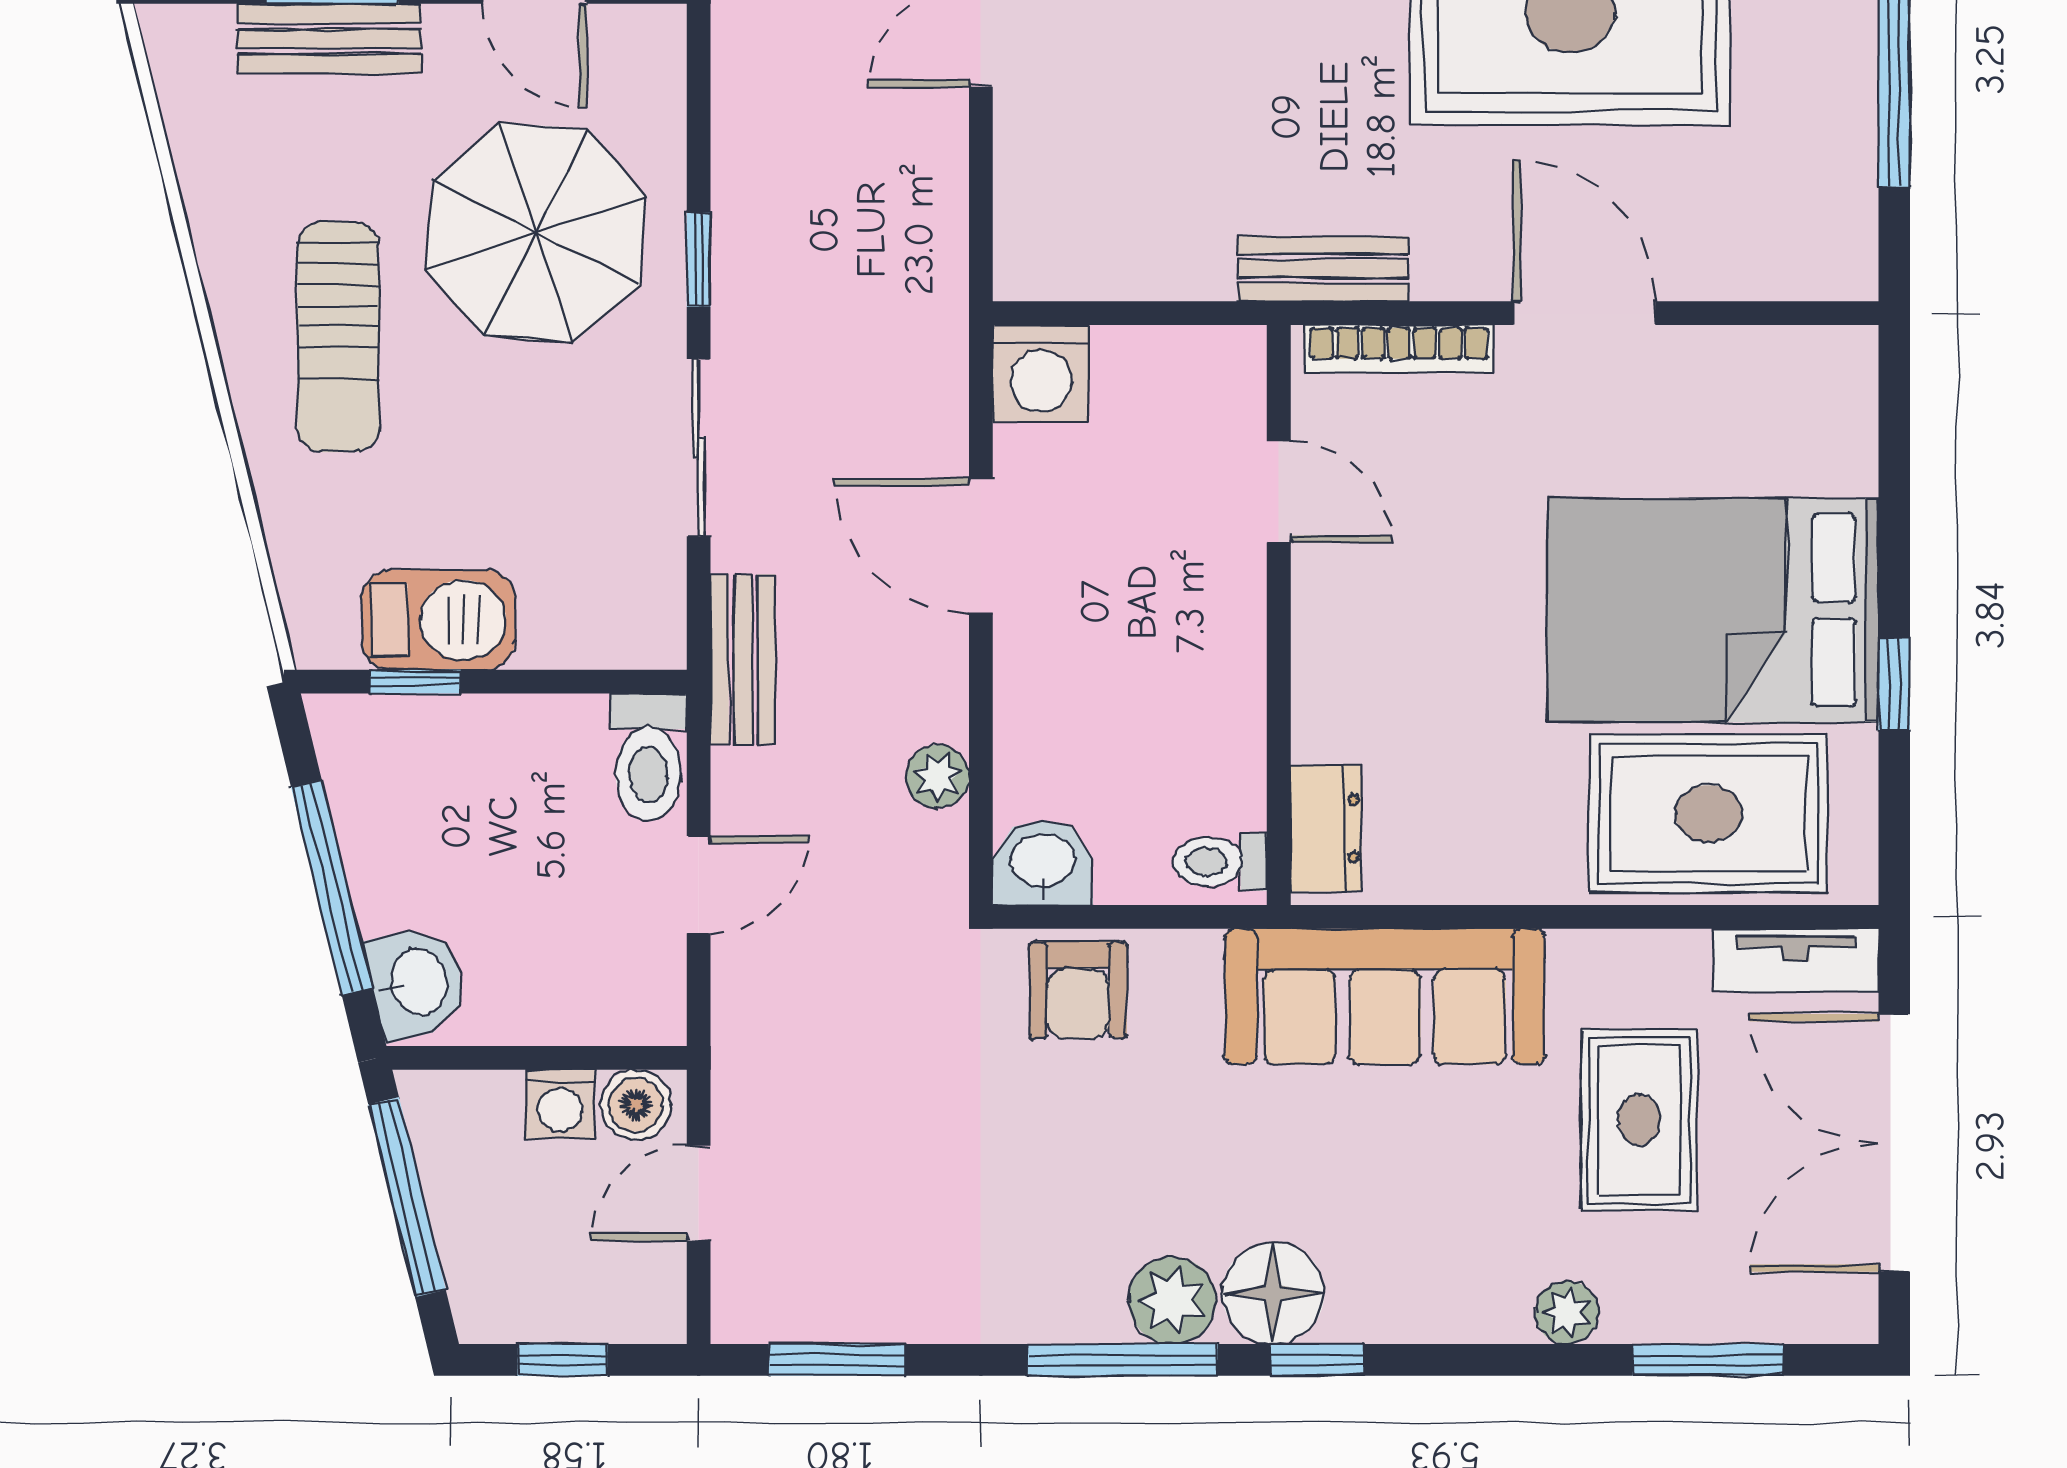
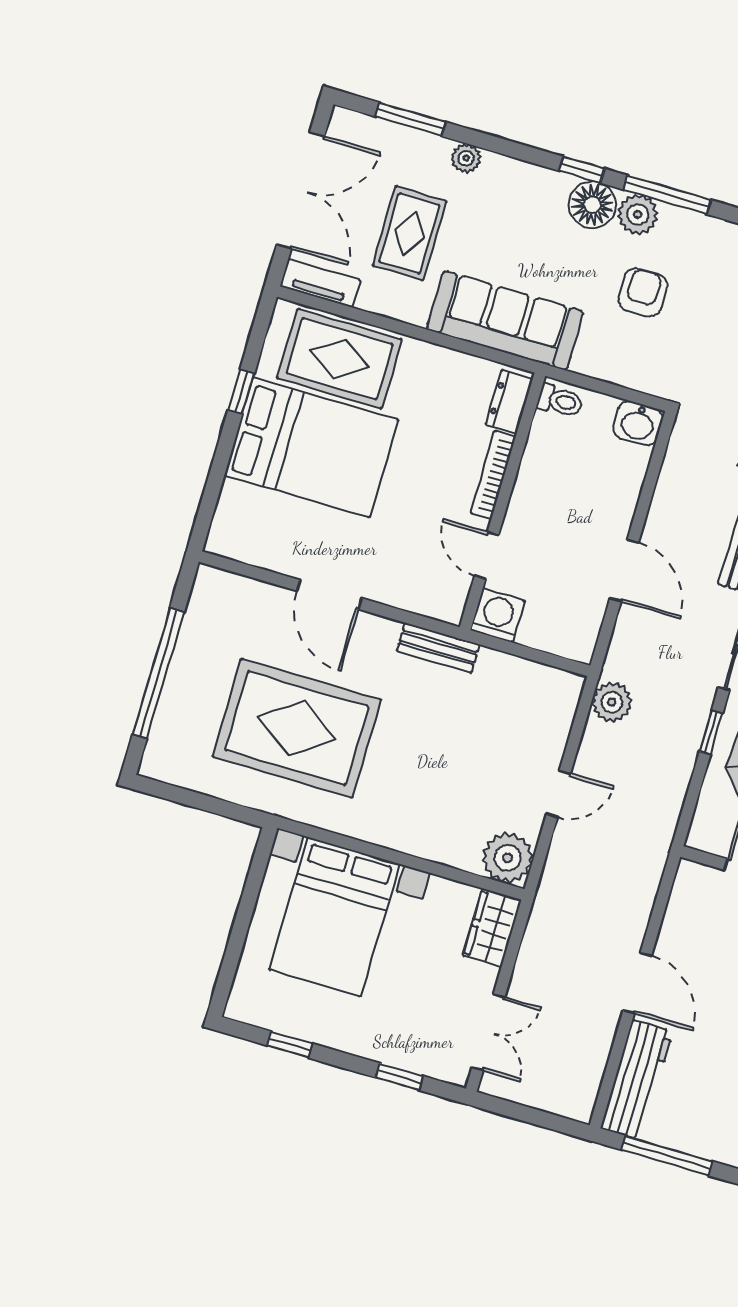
bookcase: (1399, 349) -> (493, 475), moved, turned -90
washing machine: (1041, 373) -> (498, 615), moved
plant: (937, 776) -> (612, 702), moved, width x1.38, depth x1.38
armchair: (1078, 990) -> (643, 292), moved

